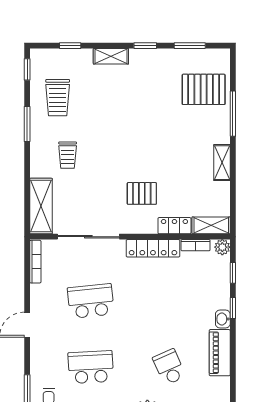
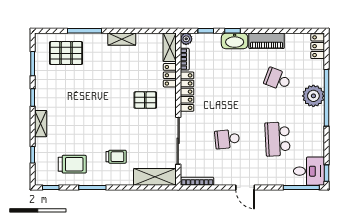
pallet: (204, 89) -> (66, 53), turned 90
pallet: (142, 193) -> (145, 100), turned 90
school desk: (91, 301) -> (227, 139), width x0.54
washbasin: (223, 319) -> (235, 41), width x1.91, depth x1.45
school desk: (169, 367) -> (278, 79), turned 45

